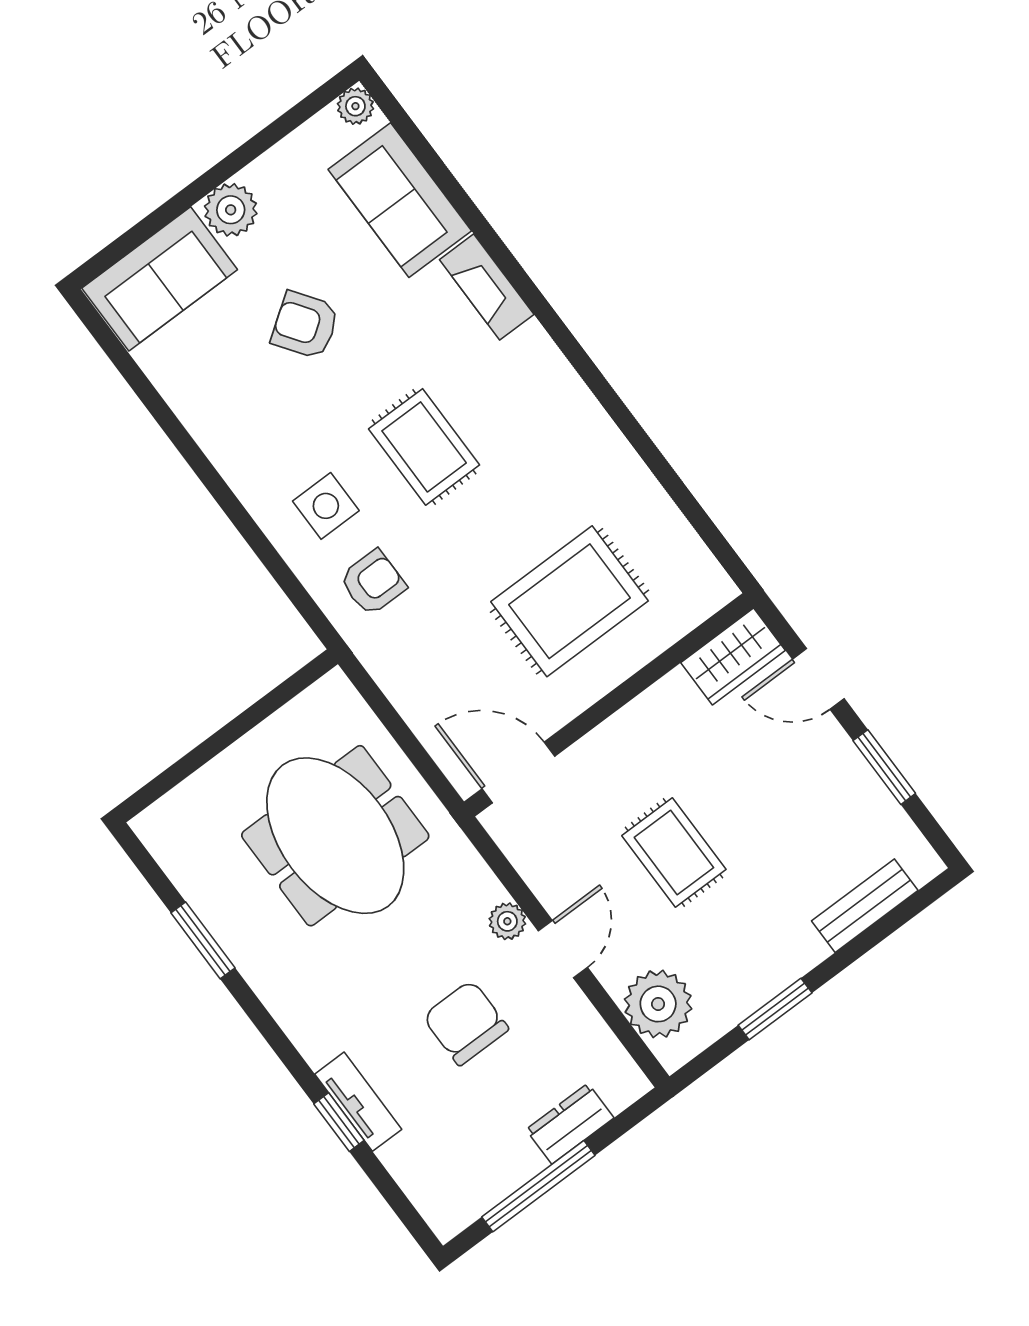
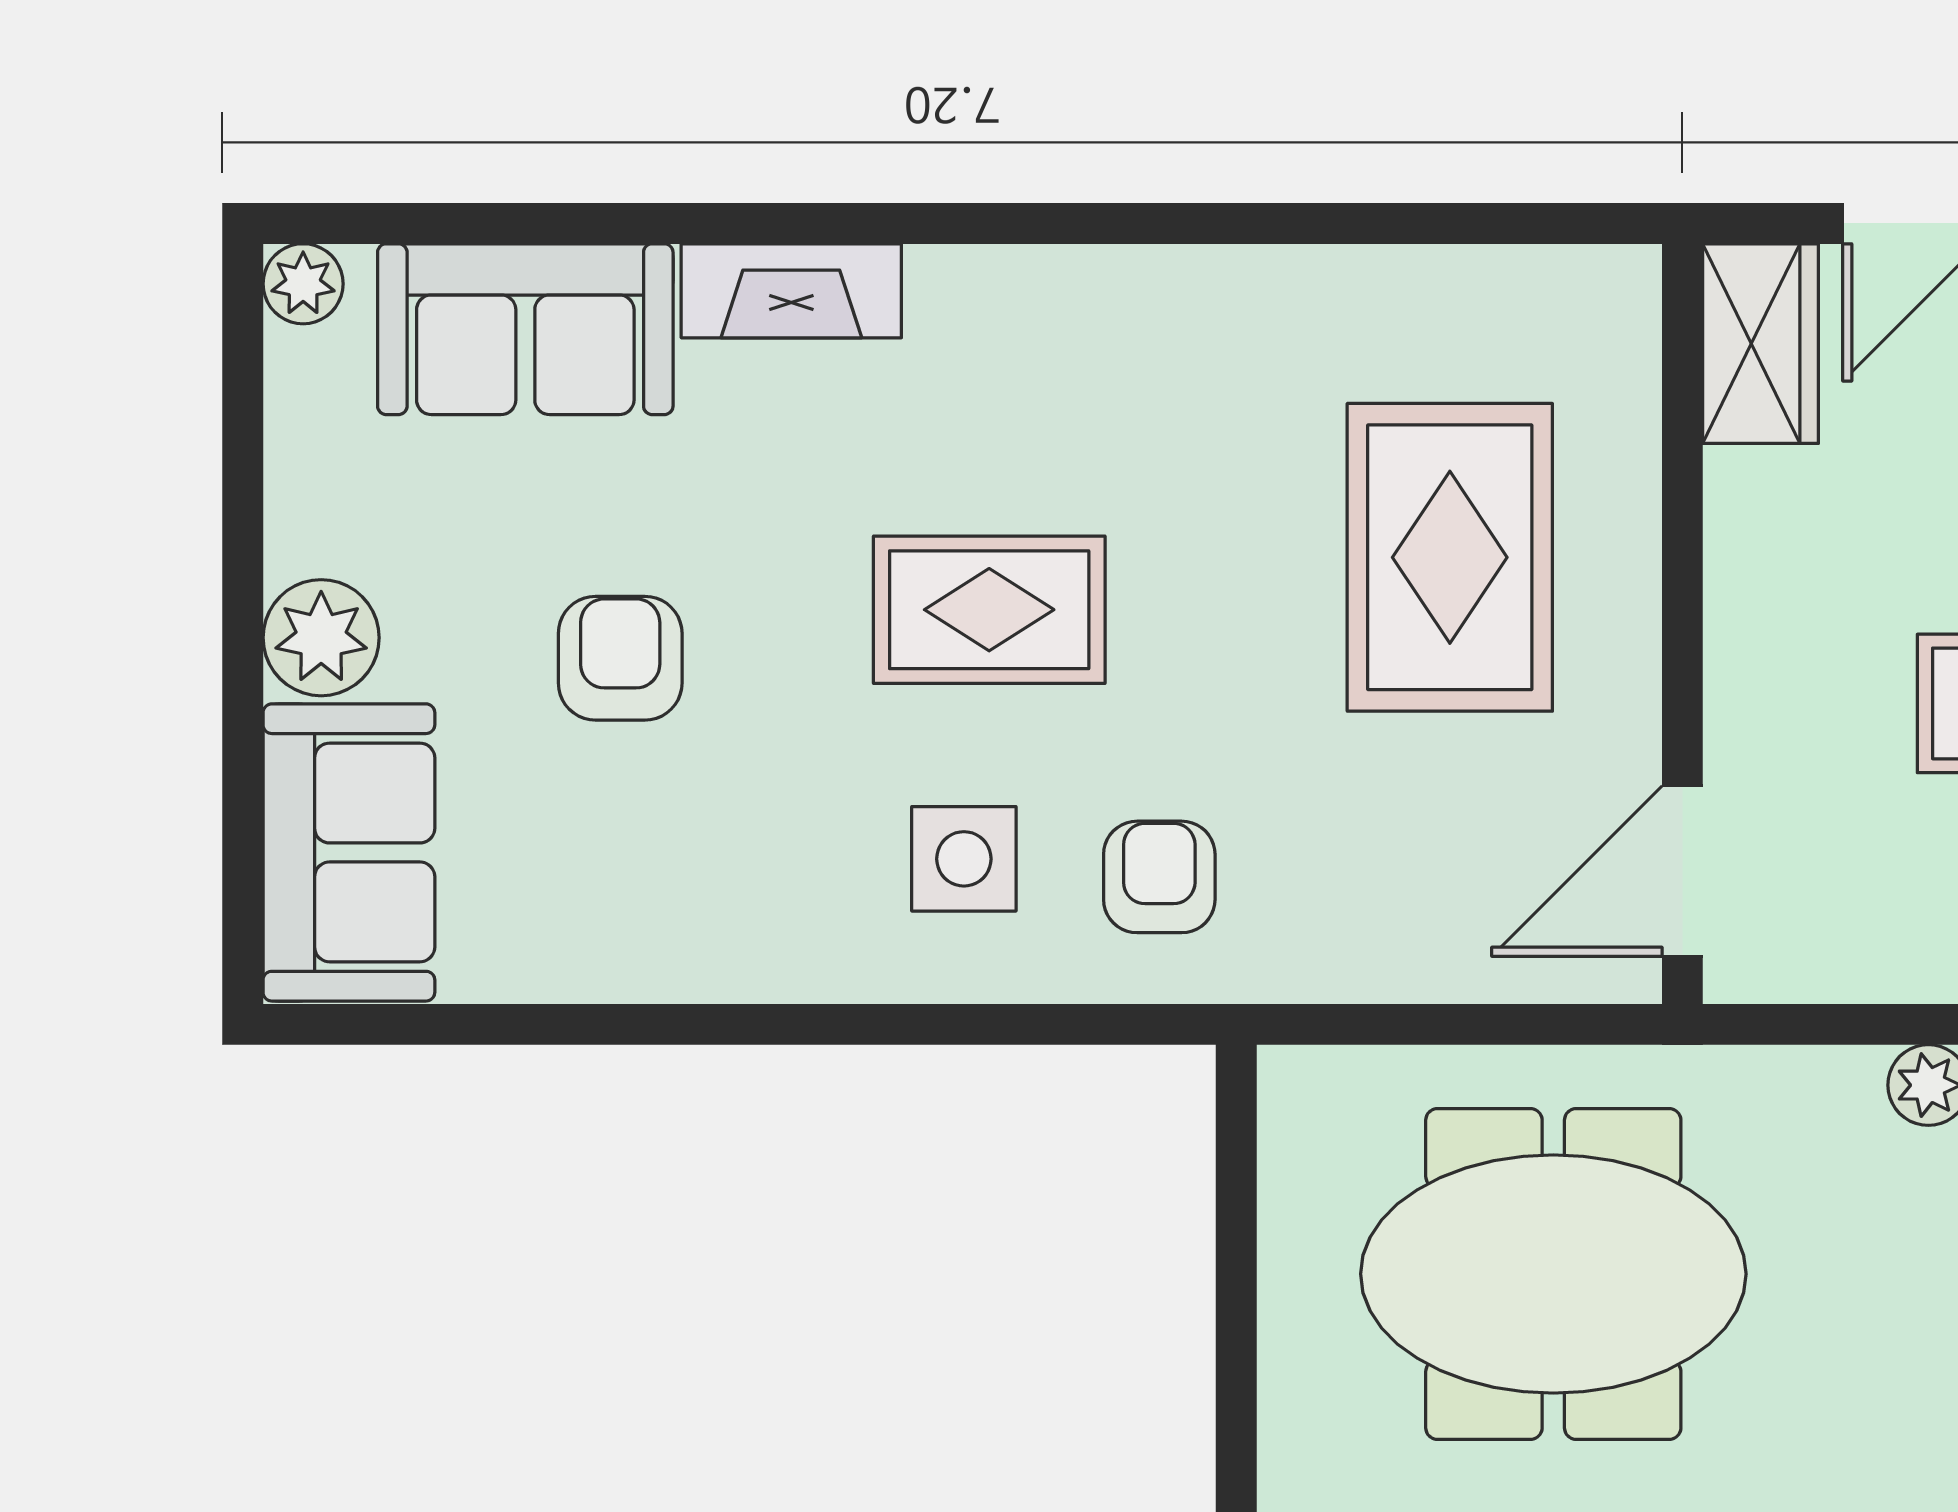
armchair: (305, 325) -> (620, 658), turned 125

